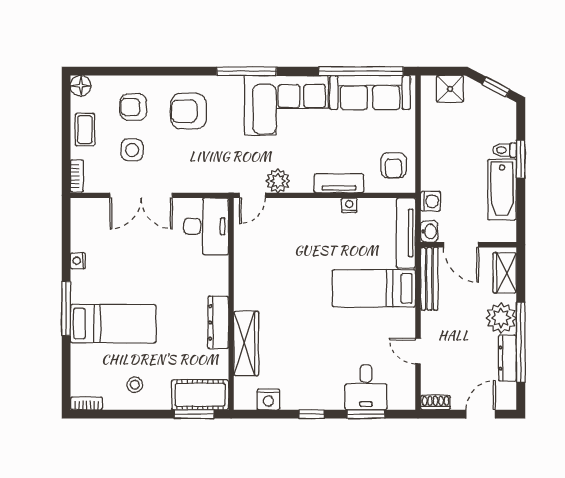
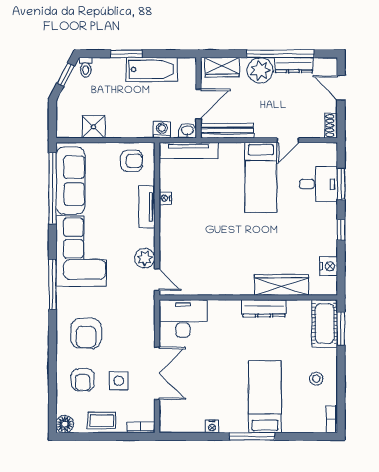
shower: (450, 89) -> (93, 127), moved
toilet: (505, 150) -> (86, 67), moved
bed: (374, 288) -> (261, 177), moved

